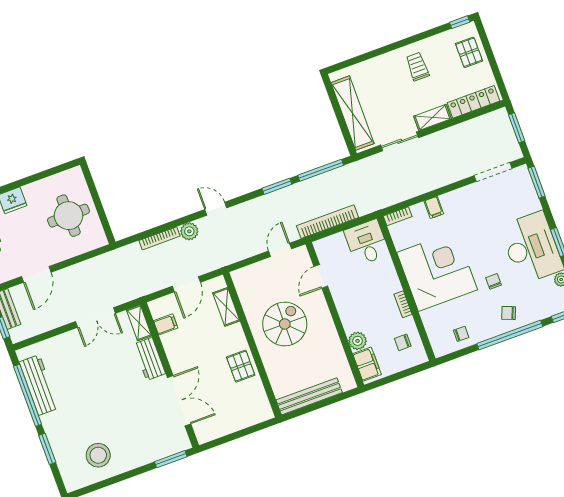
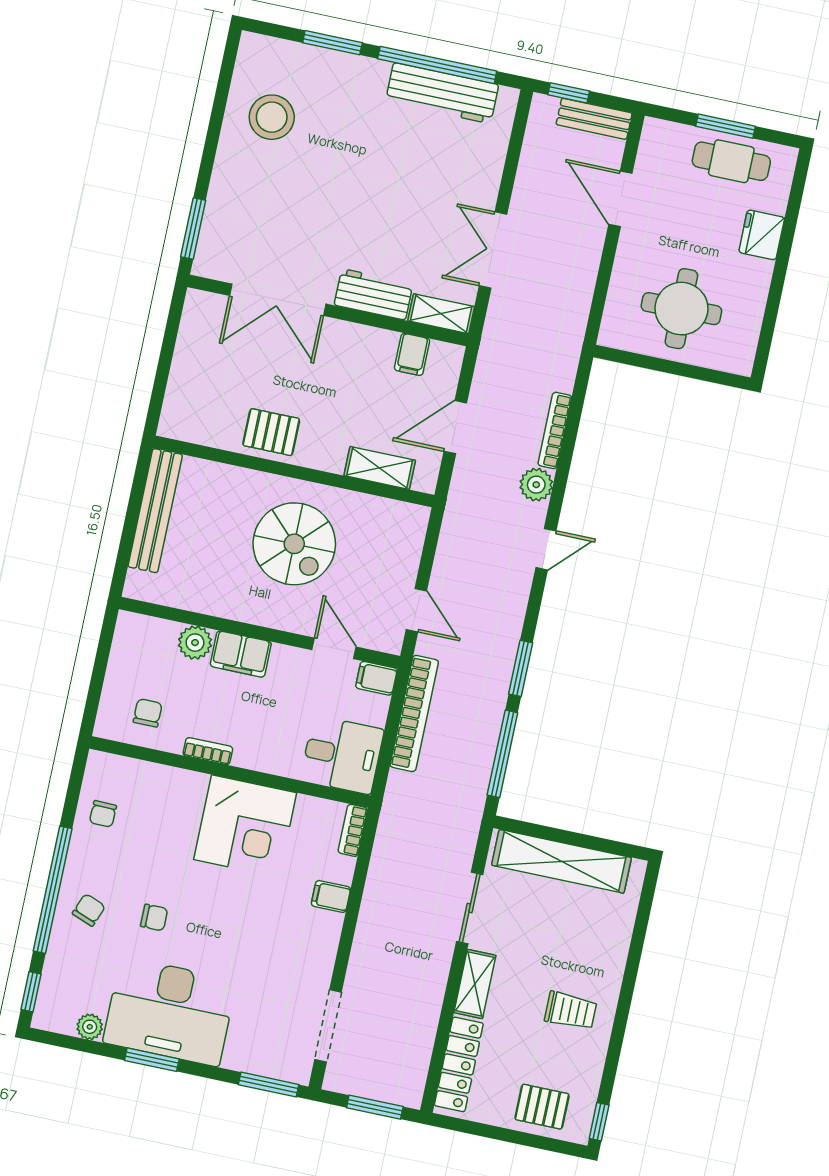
filing cabinet: (322, 249) -> (376, 678), added
corner desk: (437, 271) -> (245, 826), width x0.74, depth x0.74
door: (186, 284) -> (455, 427), hinge flipped
filing cabinet: (367, 364) -> (241, 654), moved

